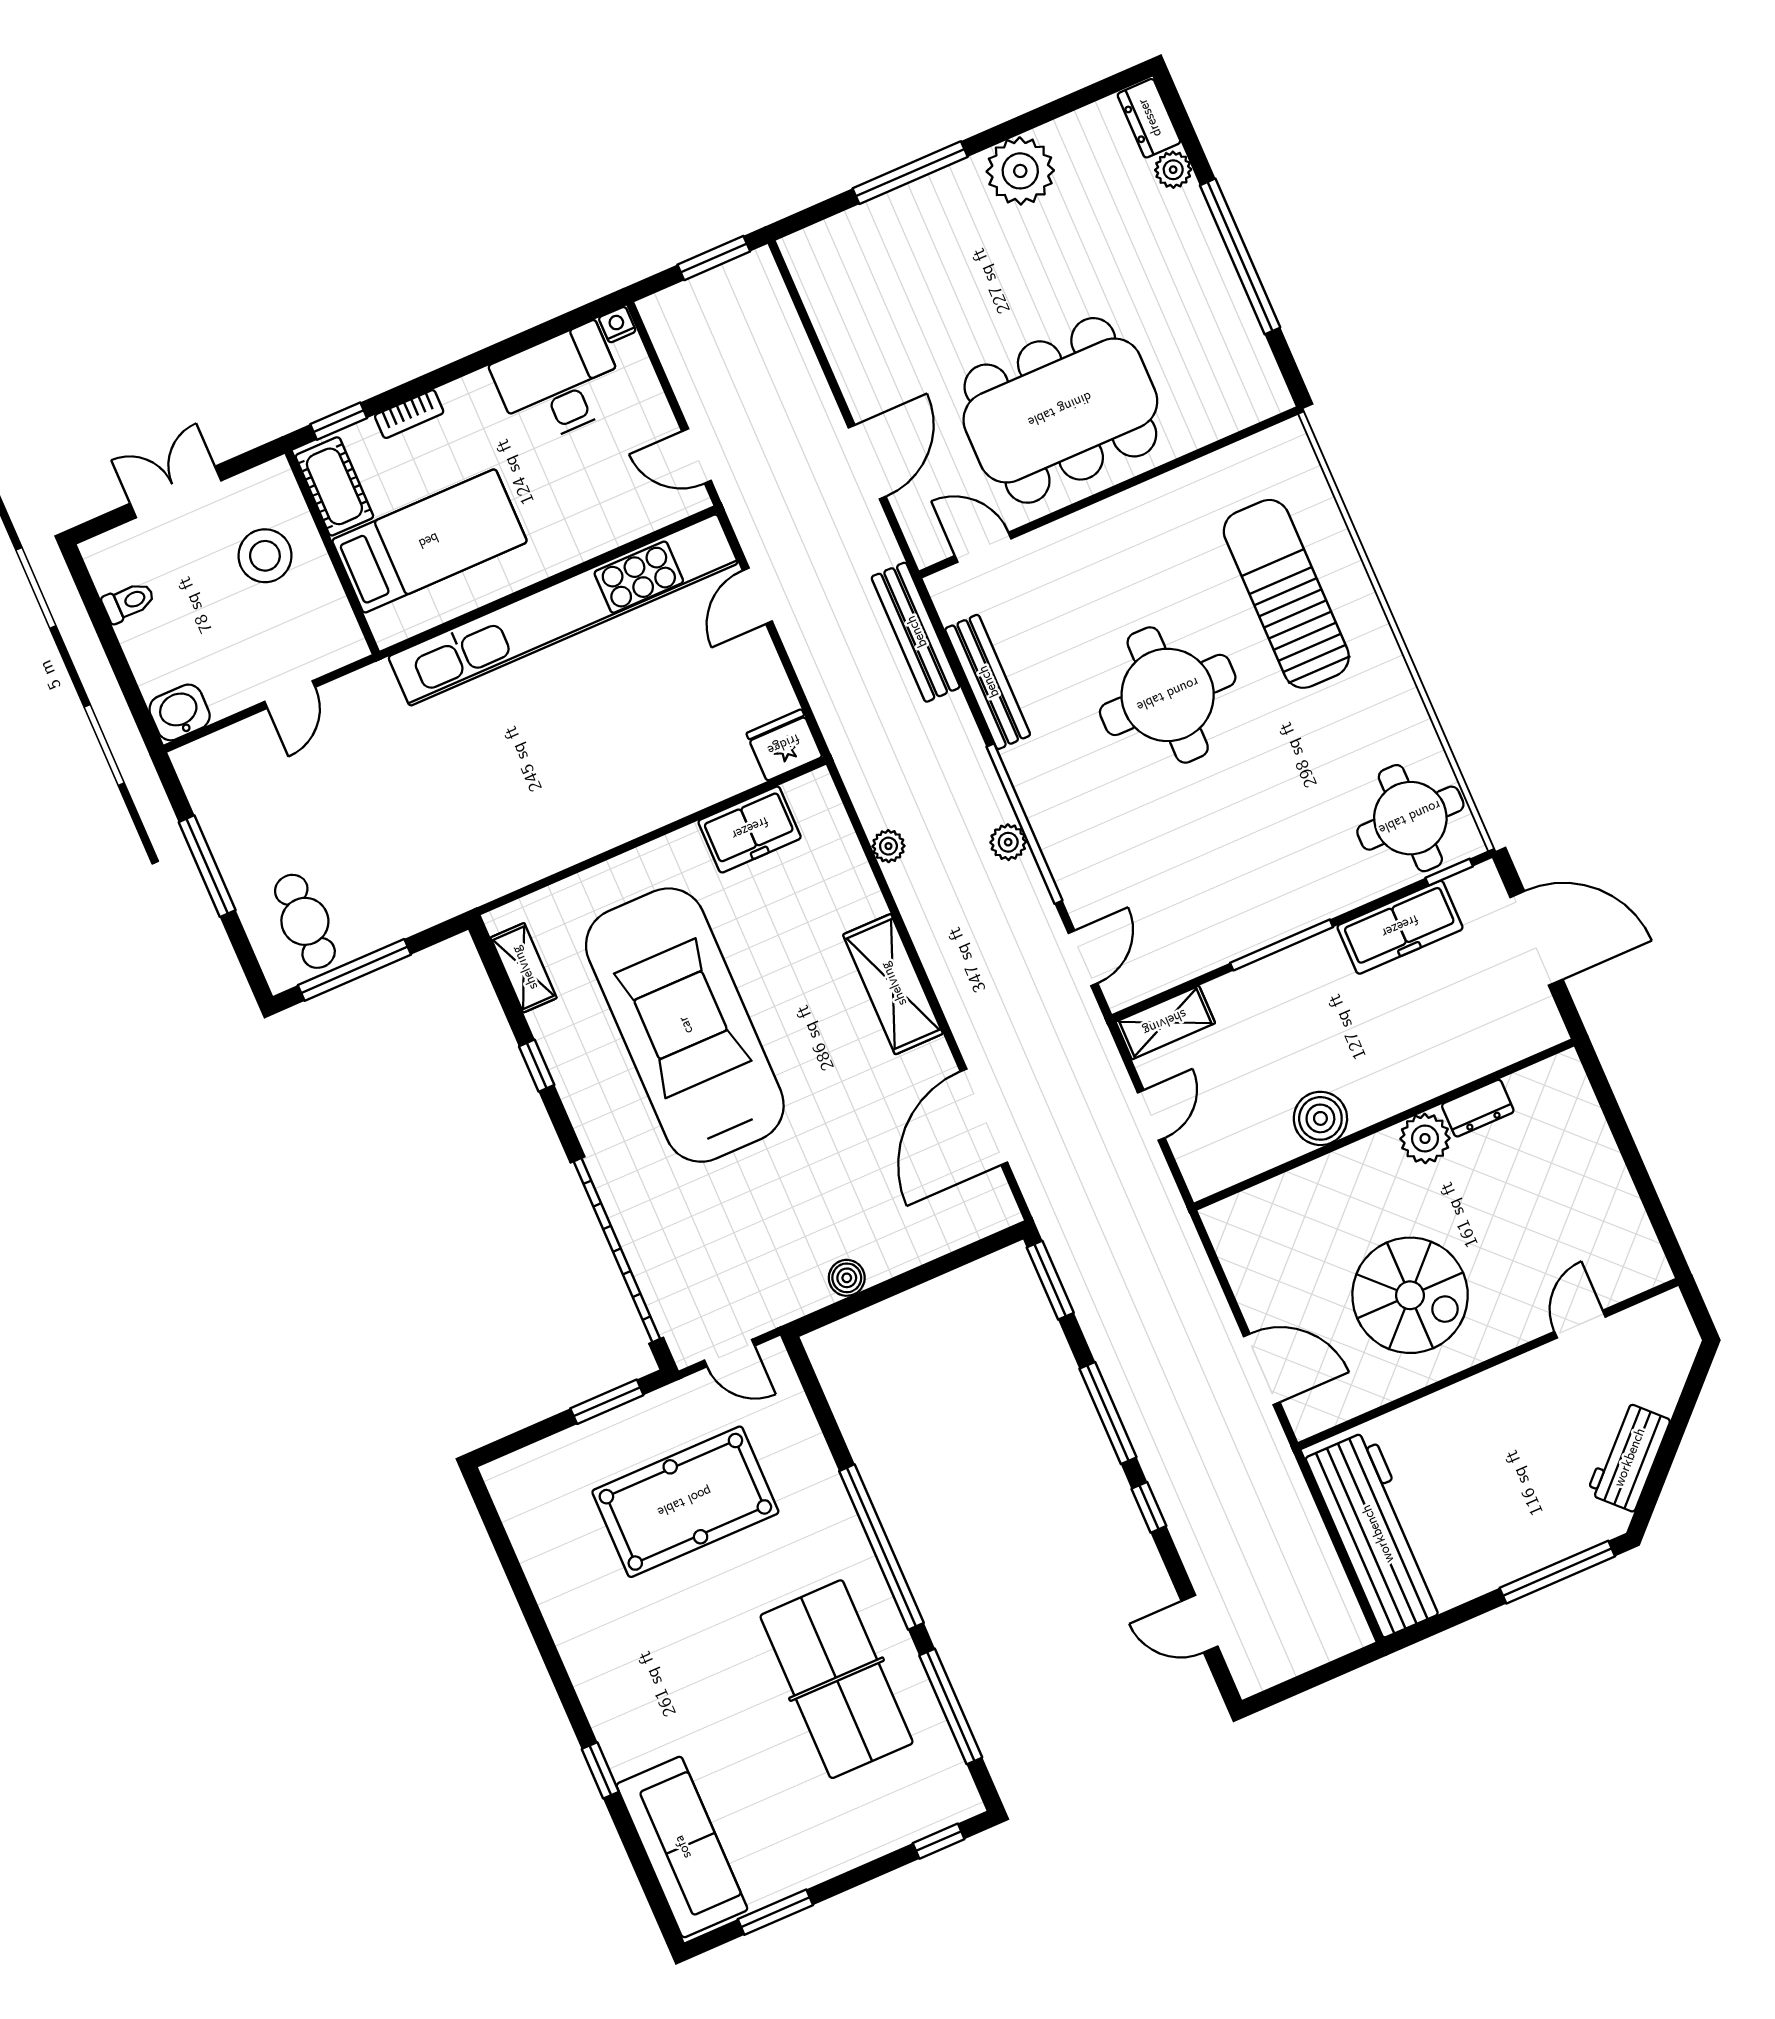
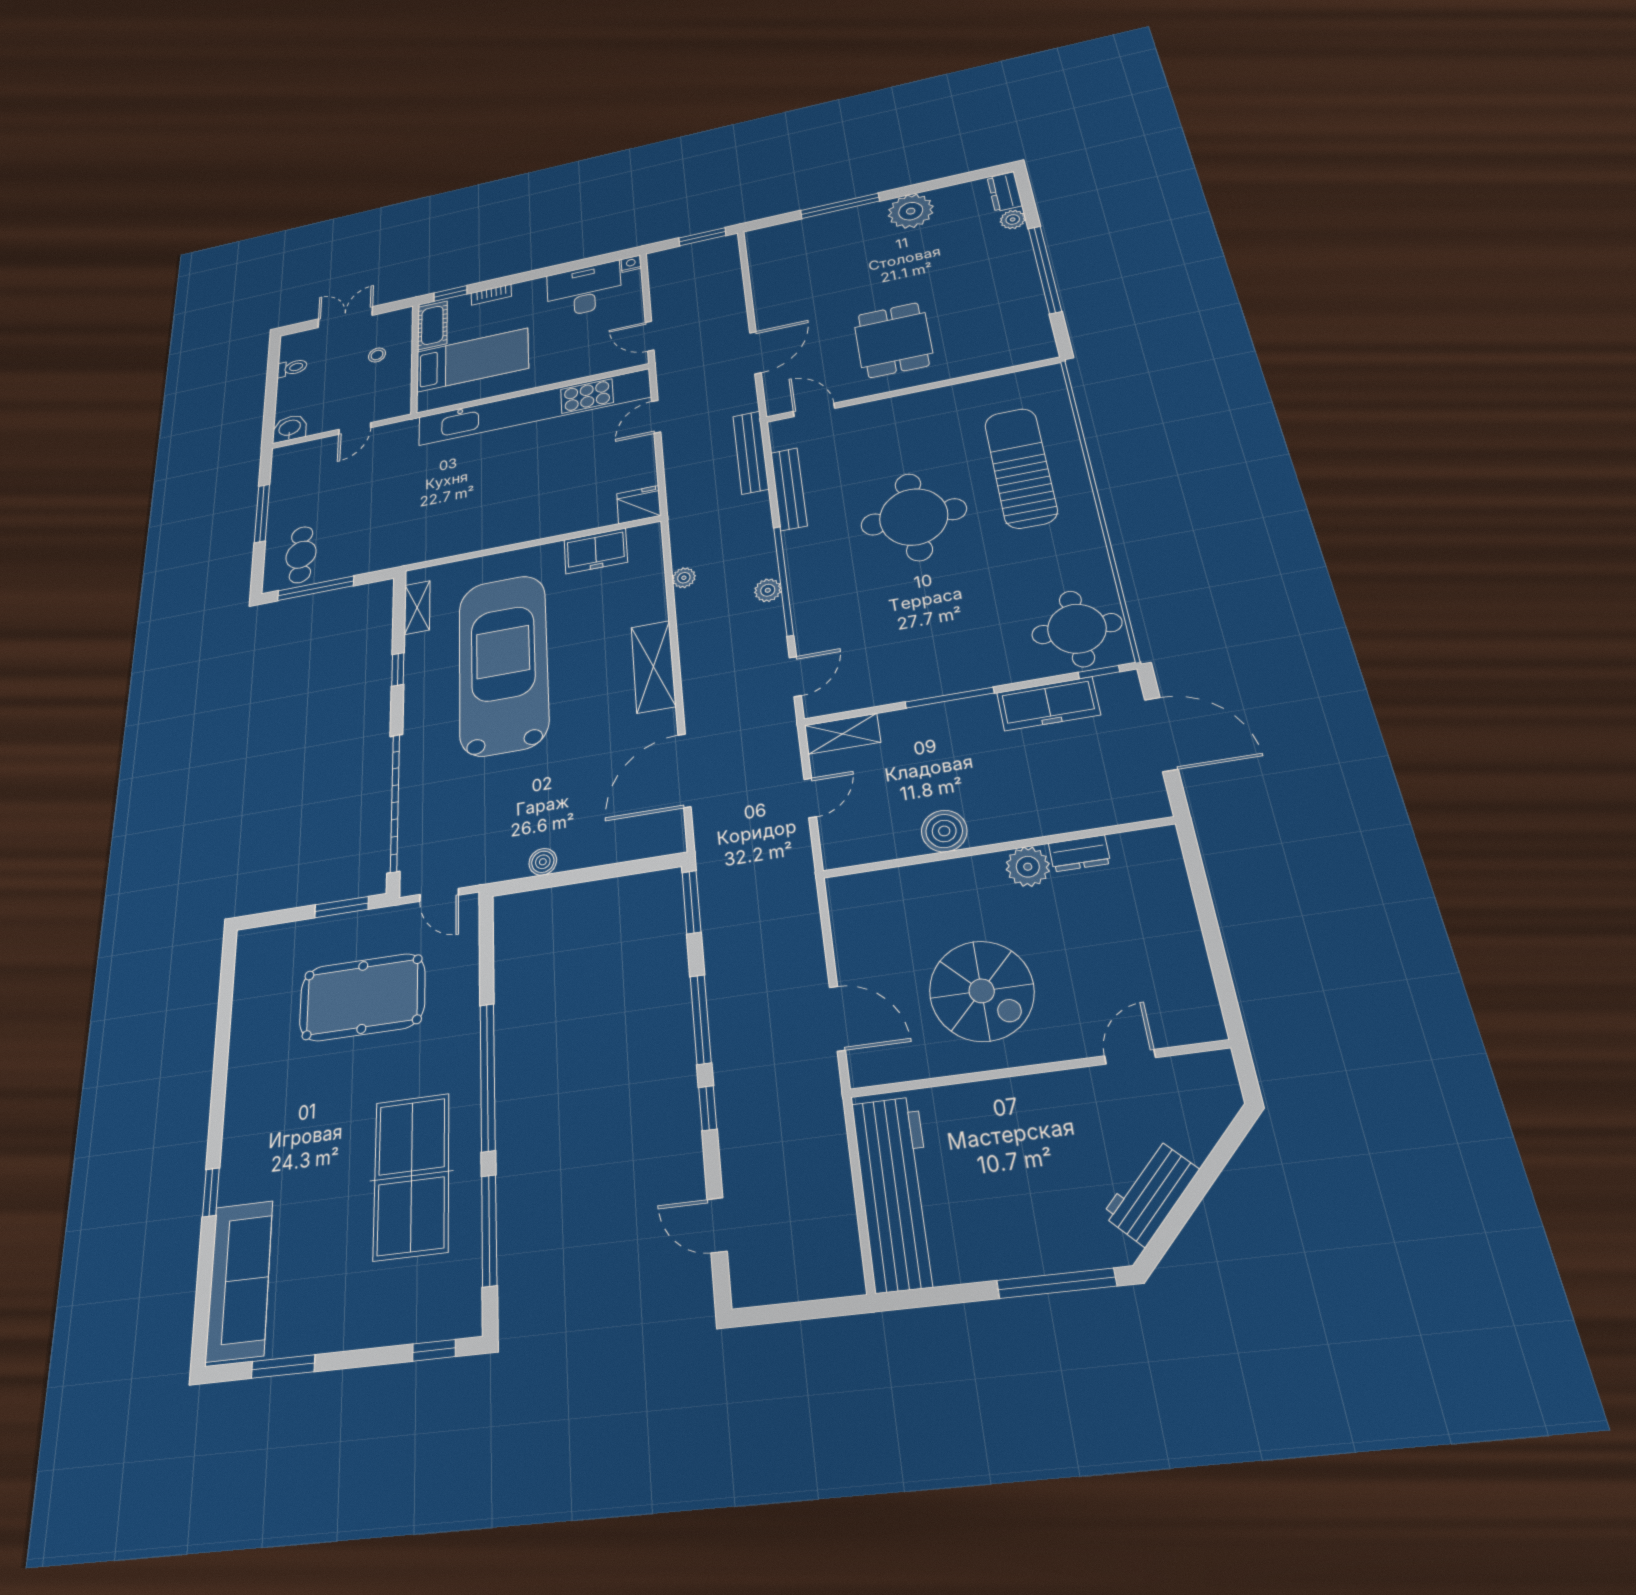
dining table: (1060, 410) -> (893, 340), width x0.53, depth x0.80
stool: (265, 556) -> (377, 355), width x0.53, depth x0.53

